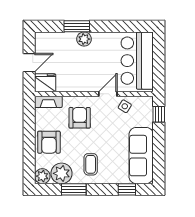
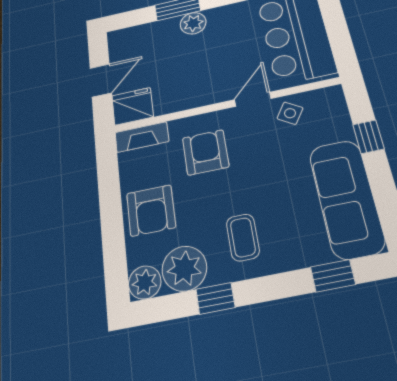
window: (159, 114) -> (368, 137), moved
window: (74, 189) -> (215, 298), width x0.67

